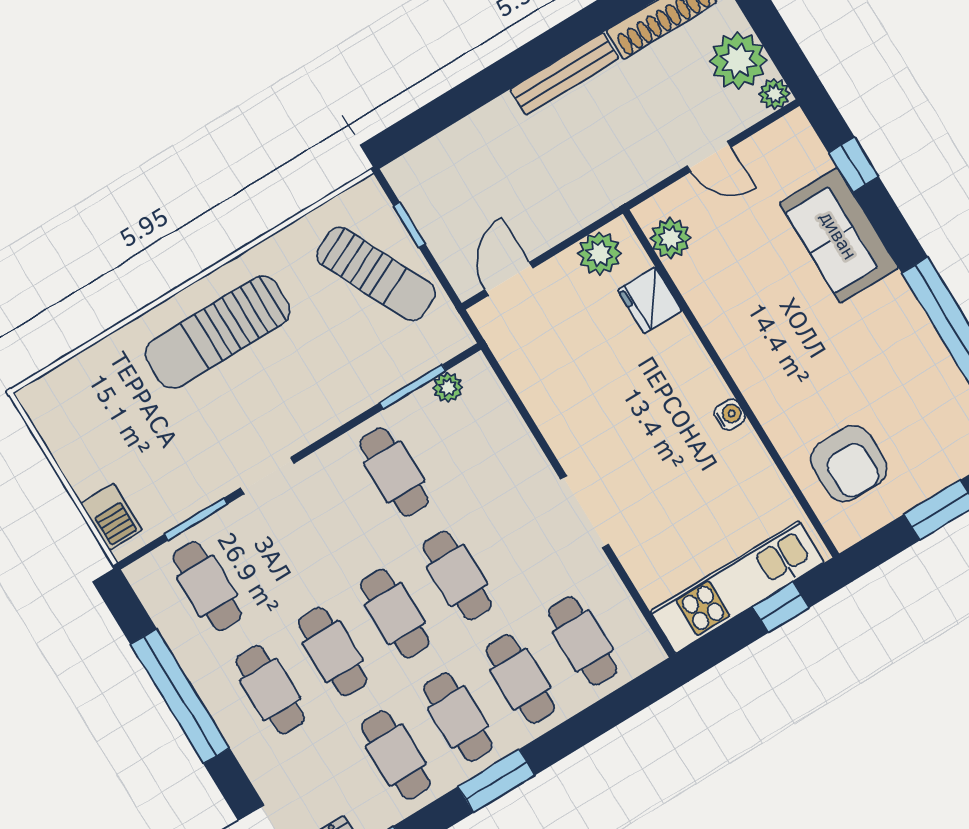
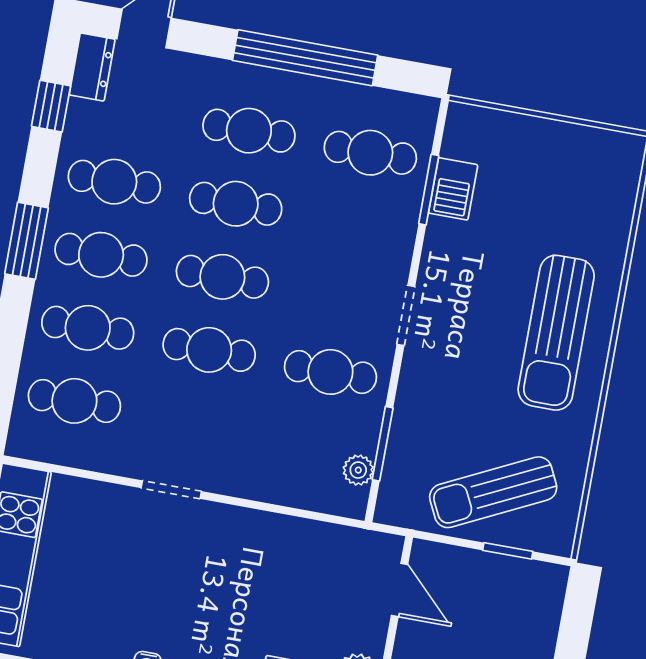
sun lounger: (218, 332) -> (556, 333), turned 180
doorway: (267, 476) -> (406, 315), moved
doorway: (585, 512) -> (171, 490), width x0.73
barbecue: (111, 517) -> (453, 189), moved, turned -90

